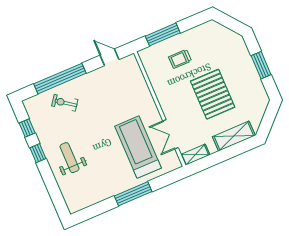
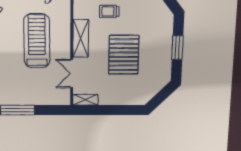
shelving: (234, 136) -> (81, 38), moved, turned 90
treadmill: (138, 147) -> (37, 41), moved

